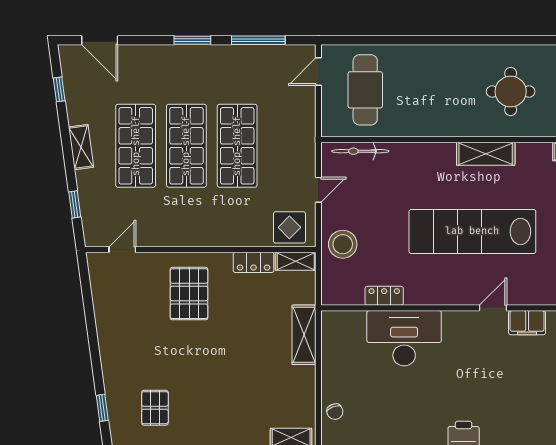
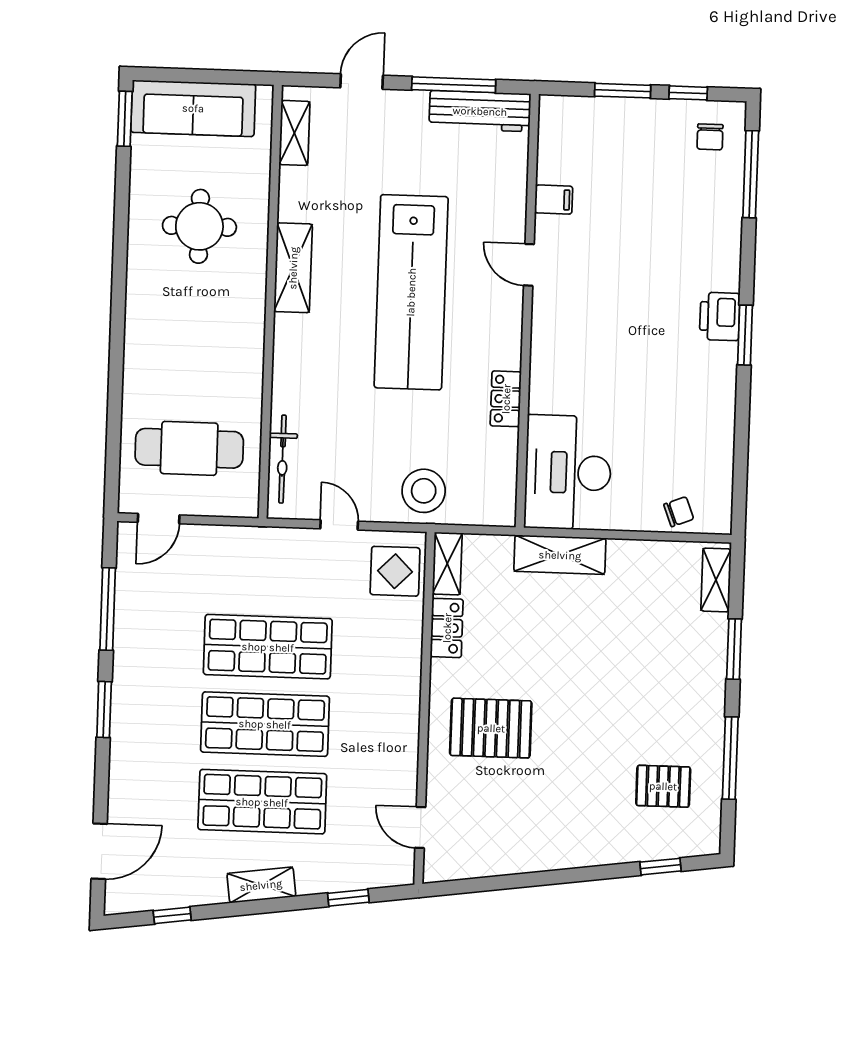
door: (318, 72) -> (159, 519), hinge flipped
locker: (384, 296) -> (506, 399), moved
filing cabinet: (527, 323) -> (554, 200), width x0.50
desk: (404, 338) -> (568, 472), moved

